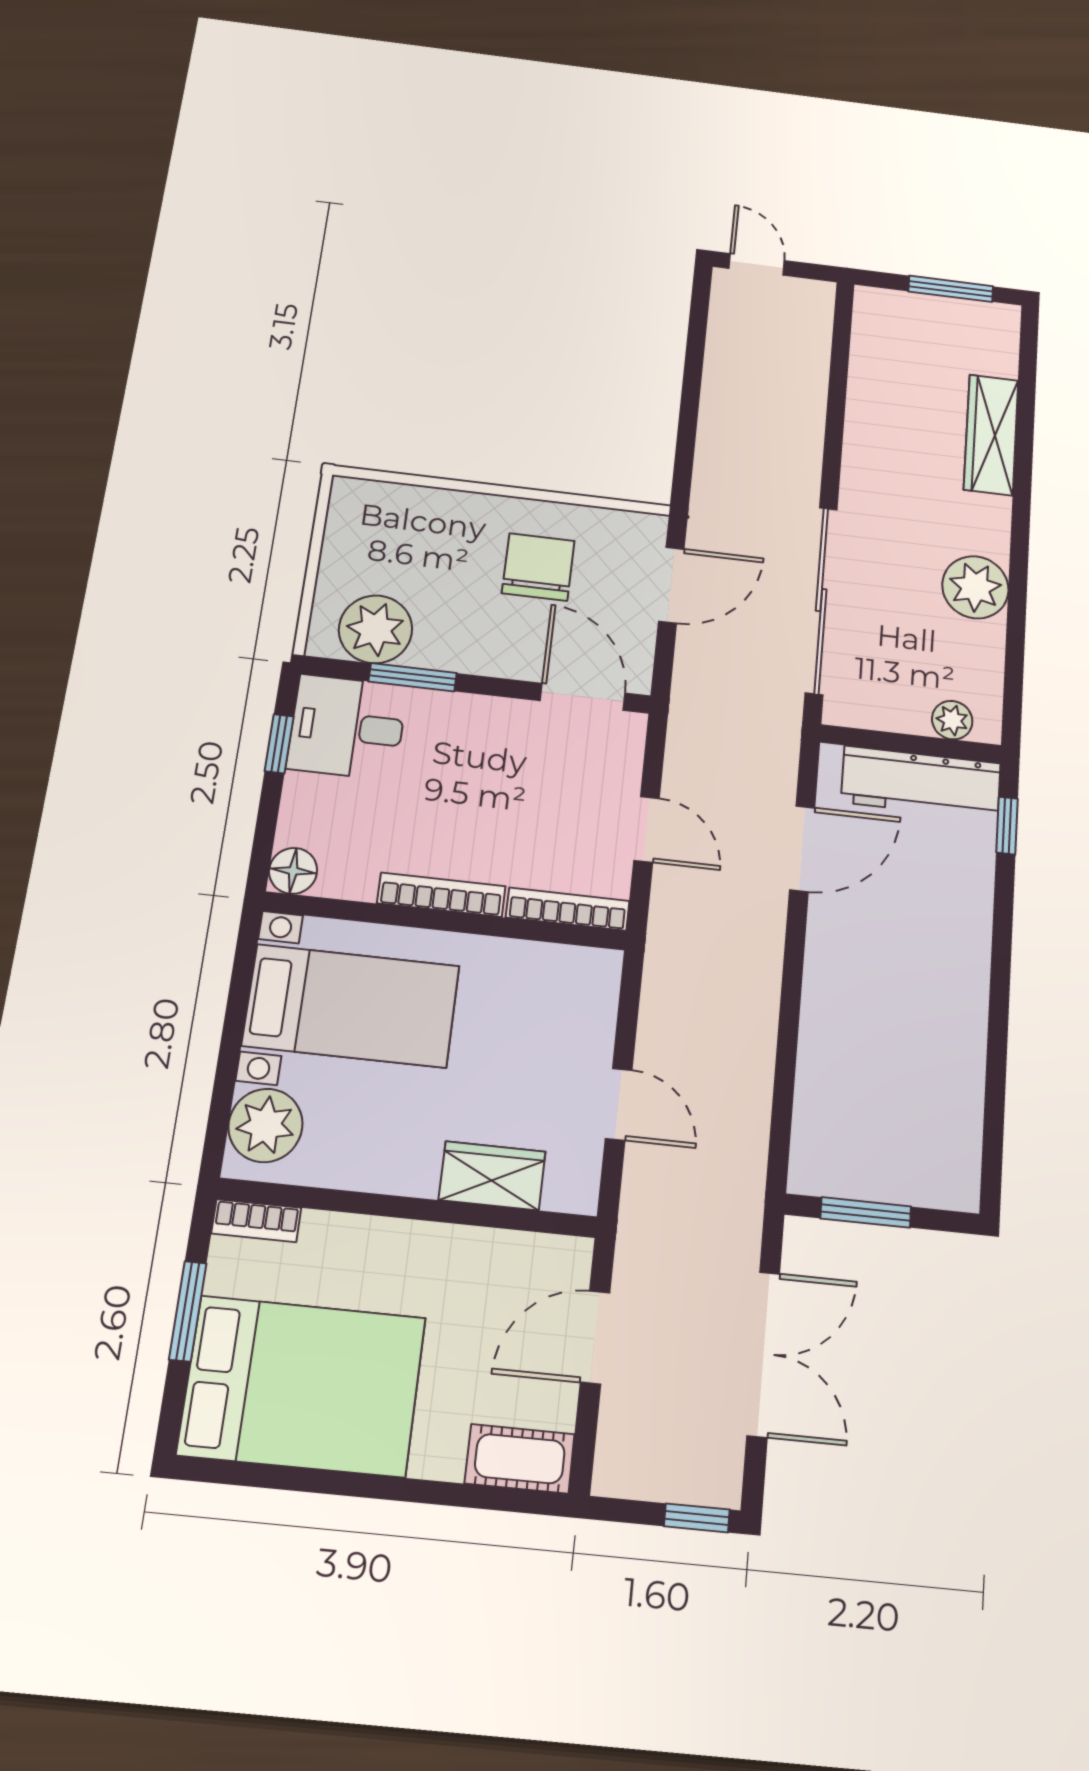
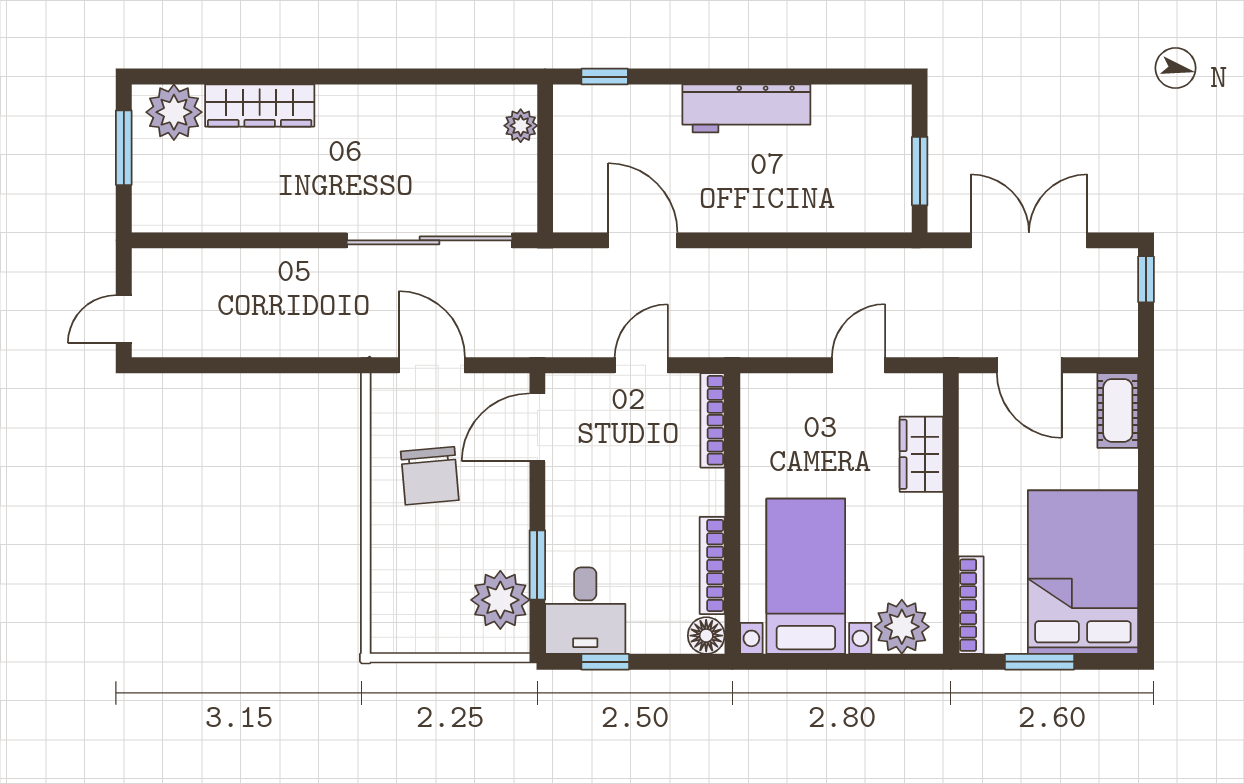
chair: (538, 567) -> (430, 476), turned -95
plant: (975, 587) -> (174, 112), moved
workbench: (921, 783) -> (746, 108), moved, turned 90
bookcase: (441, 895) -> (712, 565), moved
bookcase: (256, 1221) -> (971, 605), width x1.56

